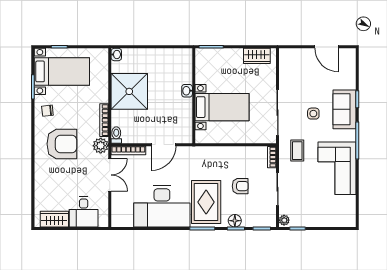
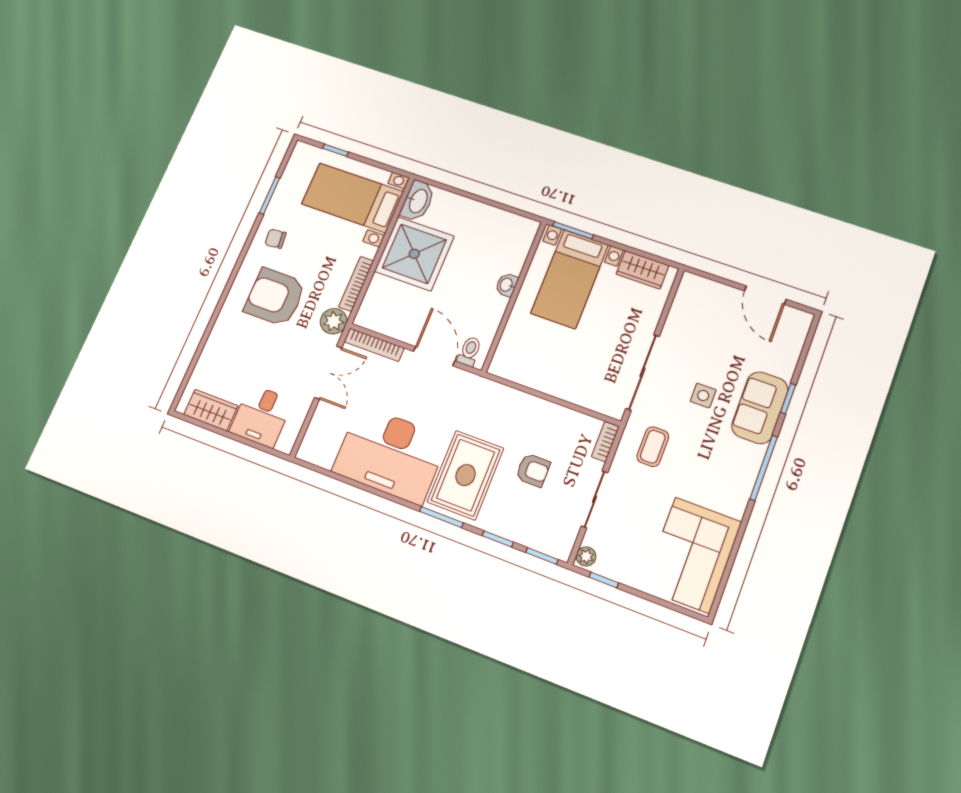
washbasin: (116, 55) -> (418, 201), width x1.91, depth x1.45
bed with nightstands: (62, 71) -> (352, 198), moved, turned 180
bed with nightstands: (222, 107) -> (570, 279), moved, turned 90
toilet: (116, 135) -> (469, 351), moved
armchair: (62, 144) -> (275, 297), turned 180
door: (164, 145) -> (434, 356), swing flipped
corner sofa: (337, 168) -> (692, 555), moved
floor lamp: (235, 221) -> (501, 525), removed

